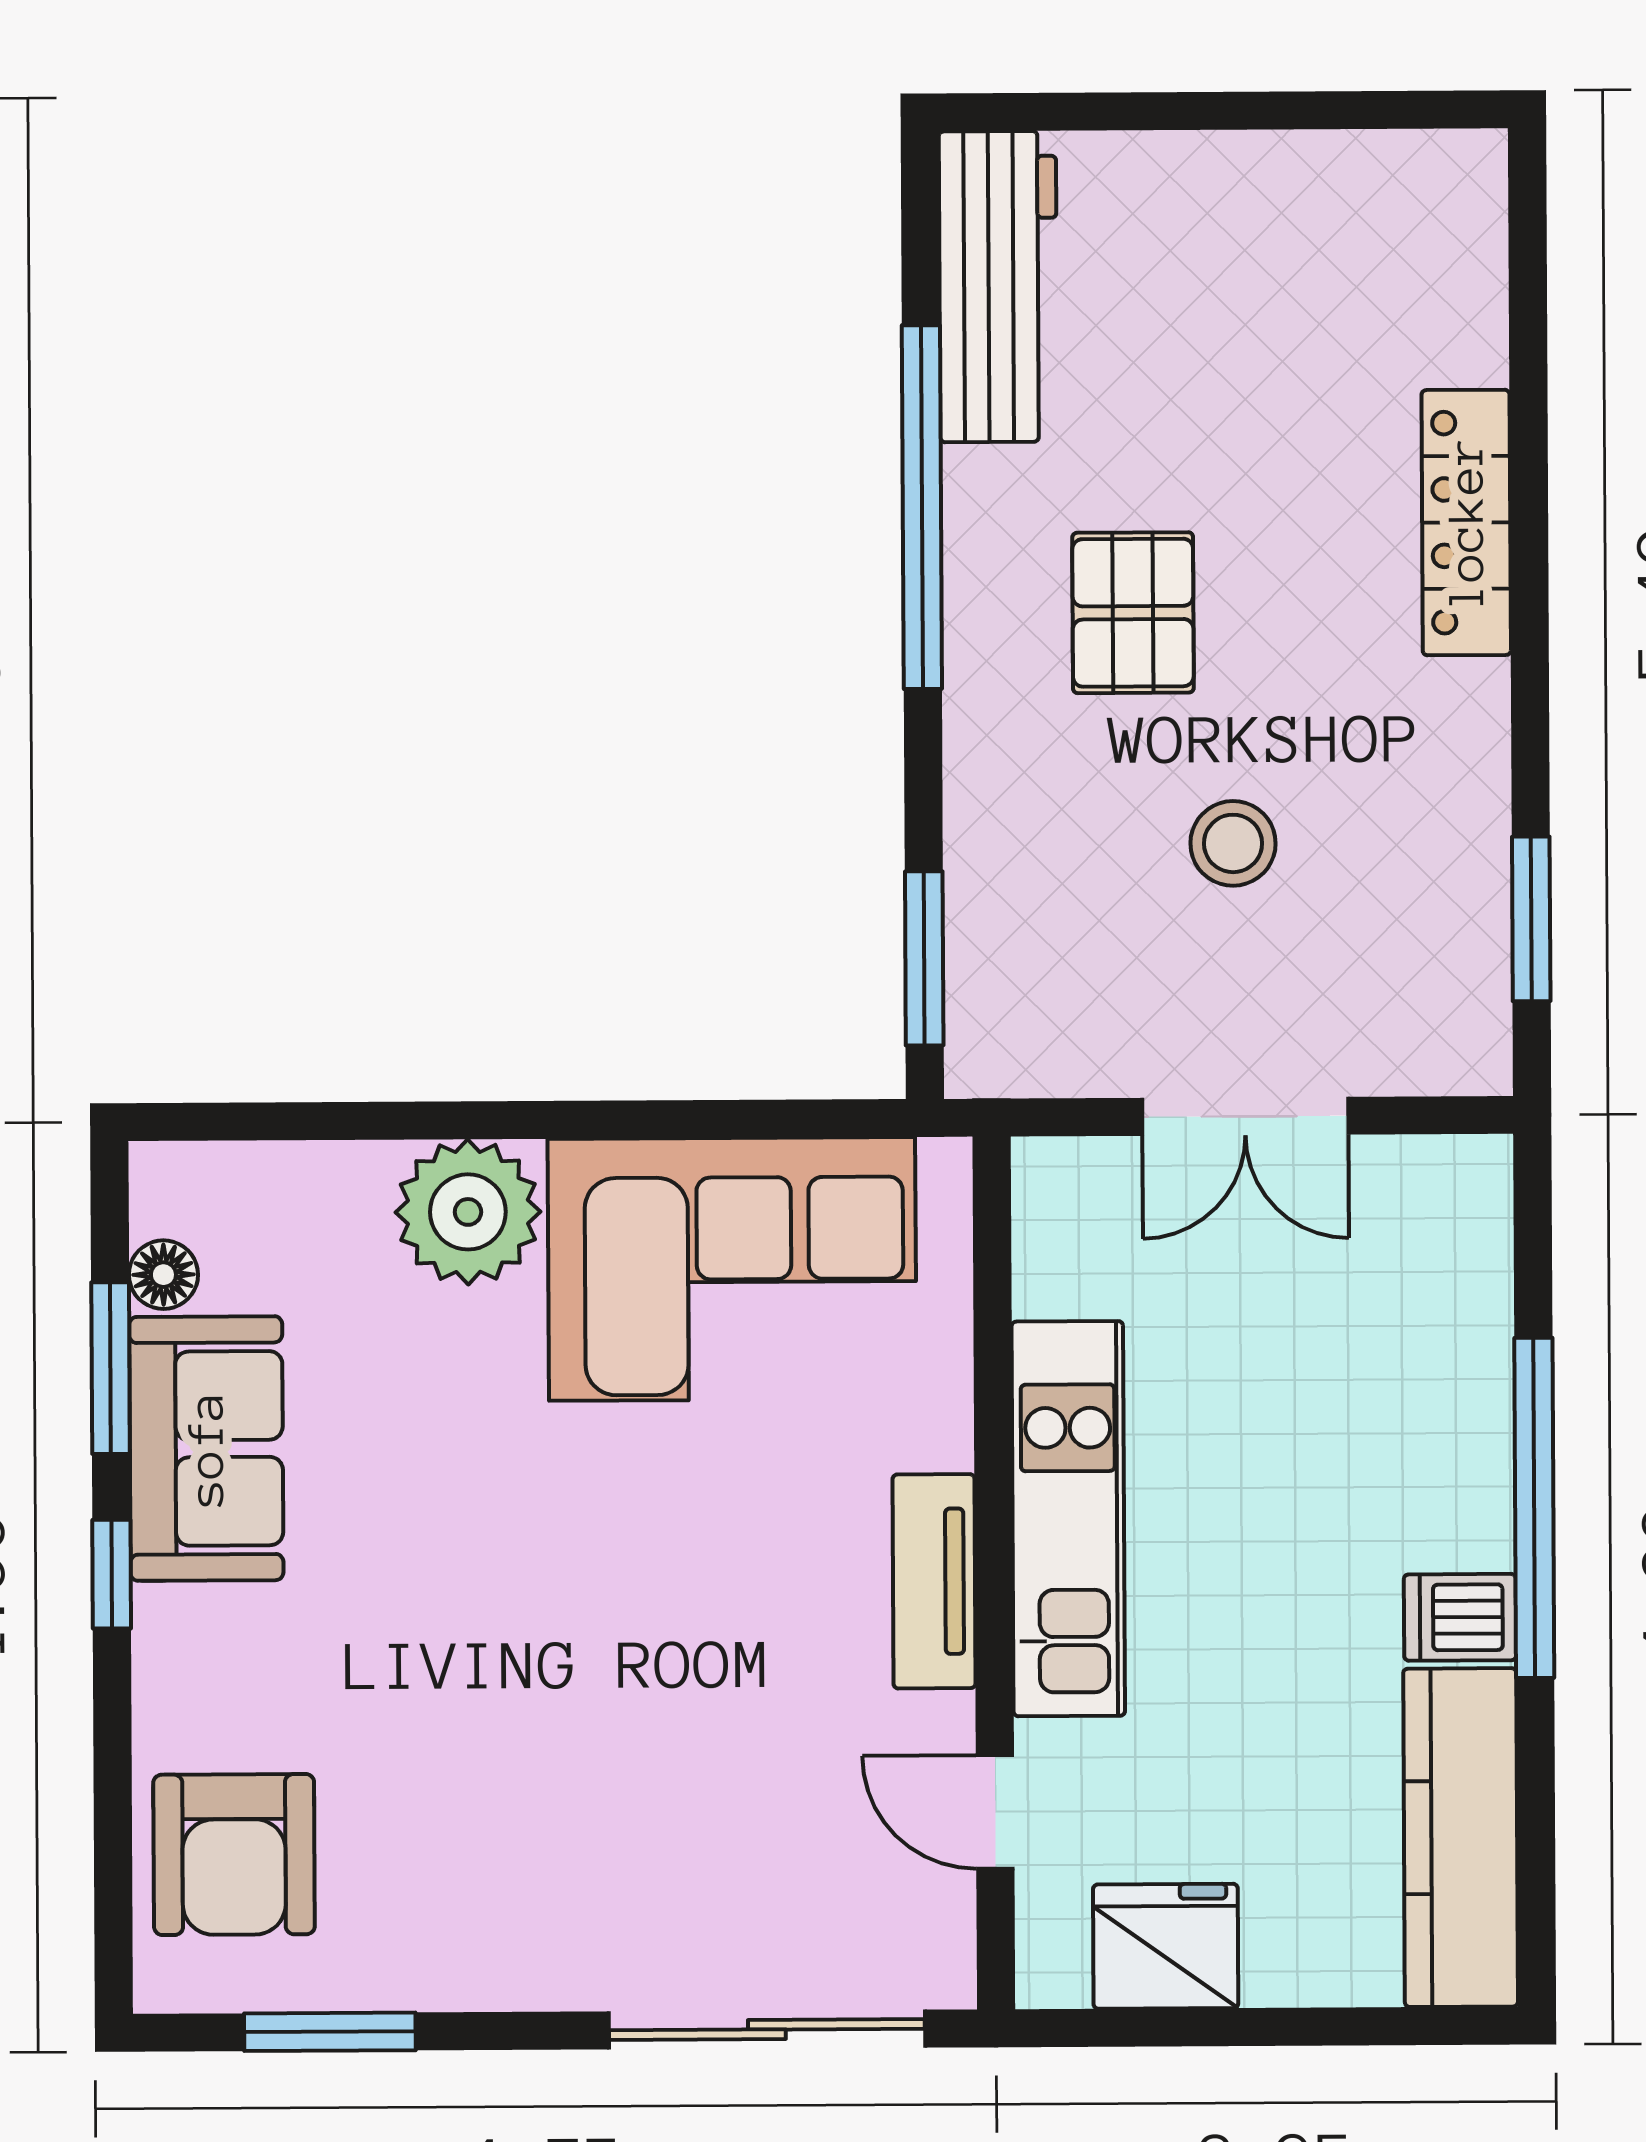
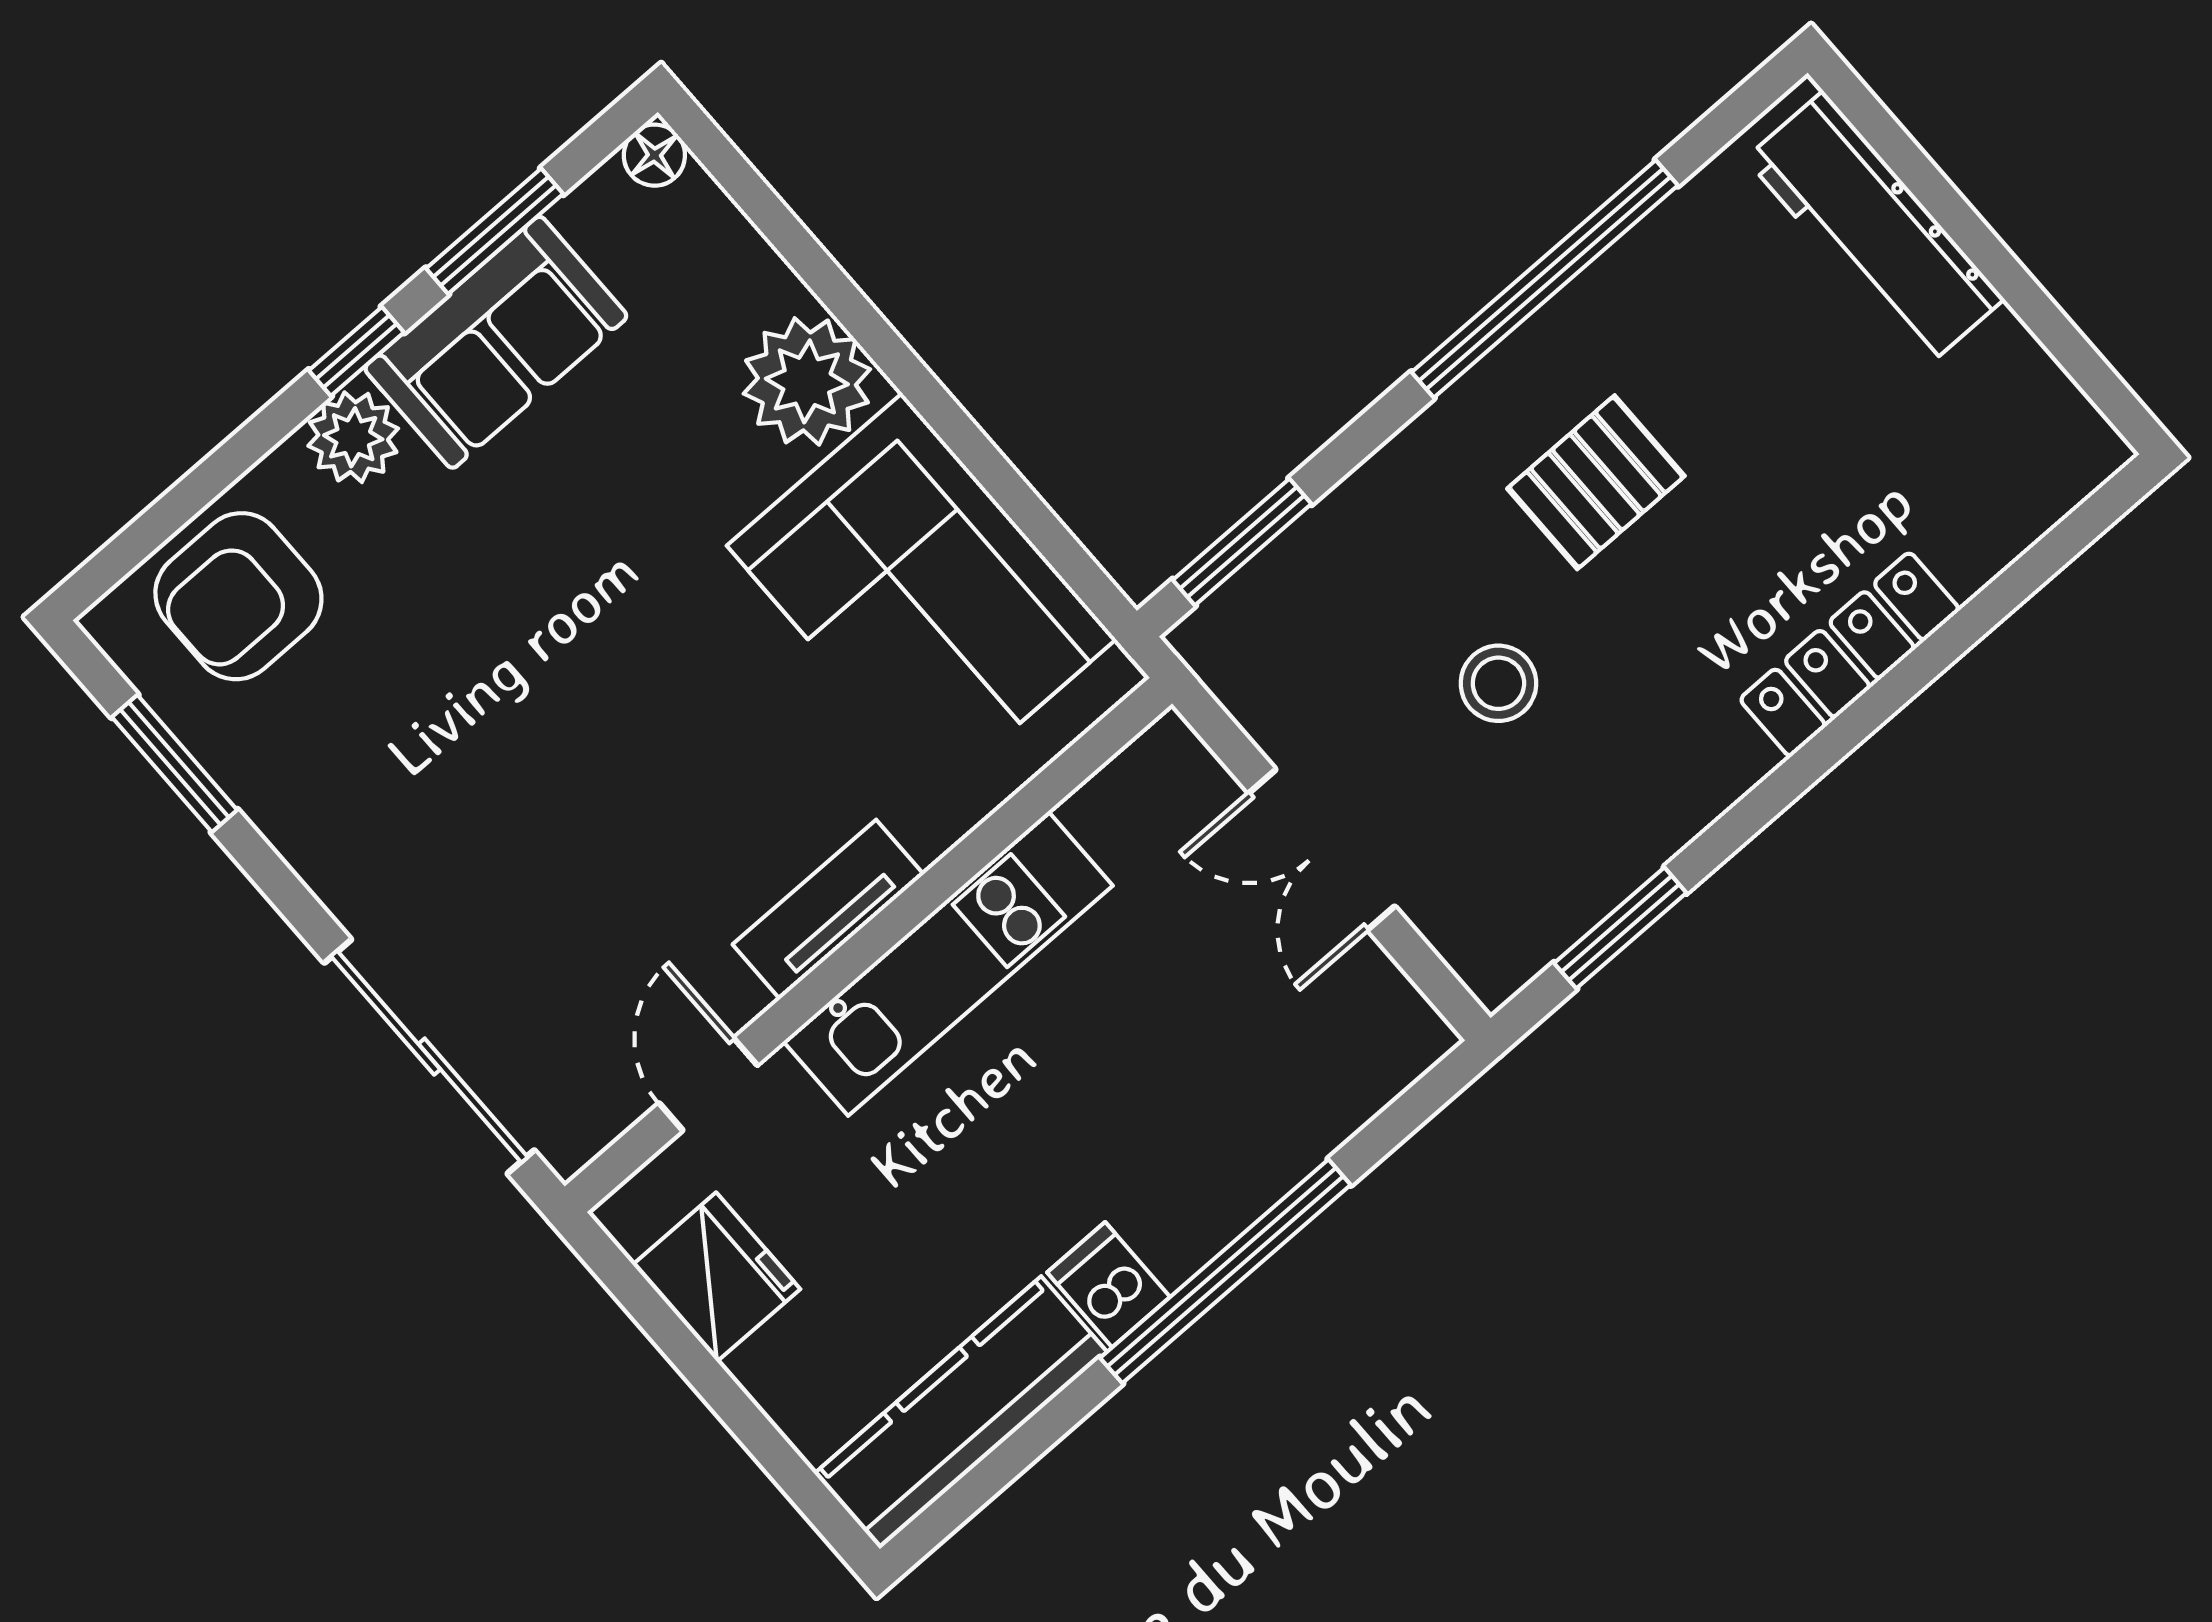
workbench: (998, 287) -> (1875, 229), moved, turned 90
floor lamp: (163, 1275) -> (654, 155), moved
plant: (183, 1640) -> (353, 437), added

